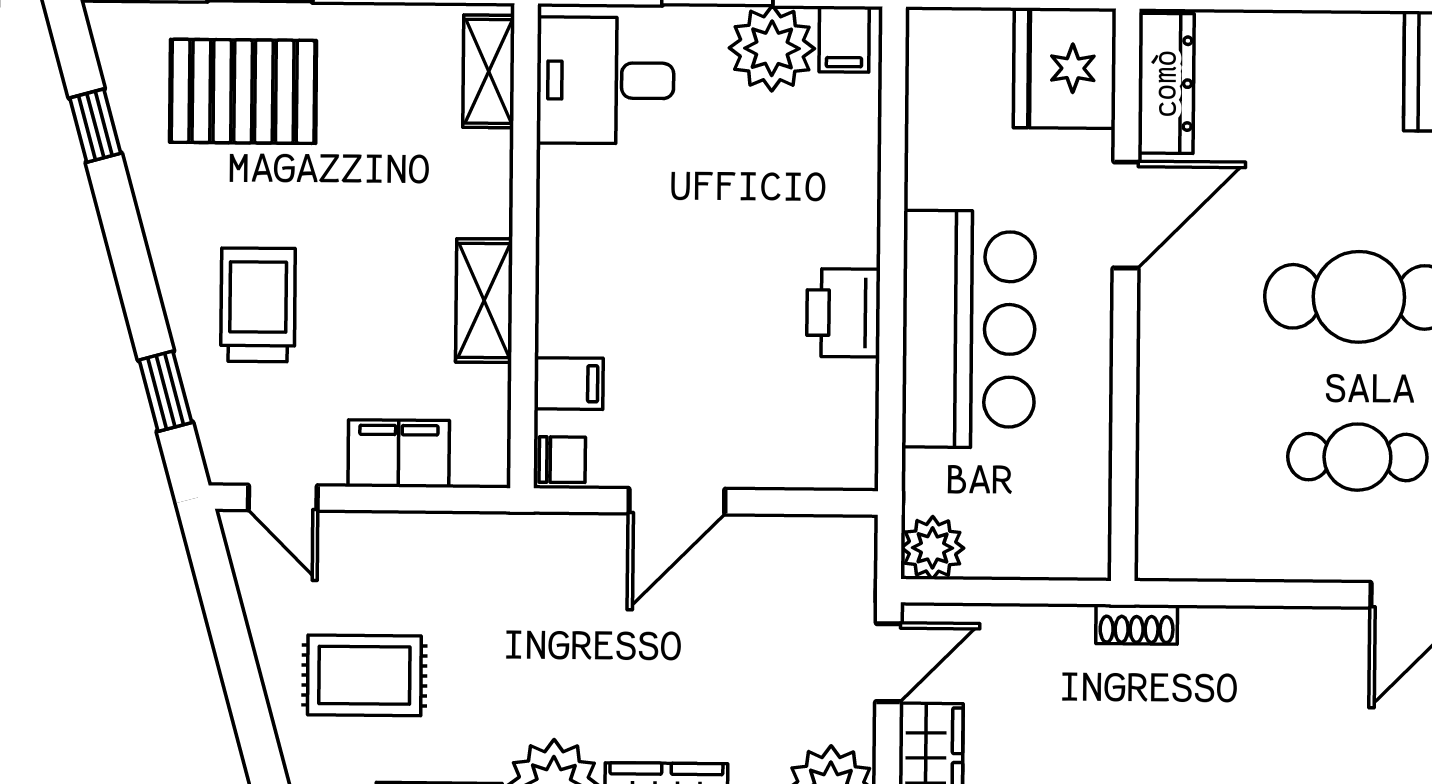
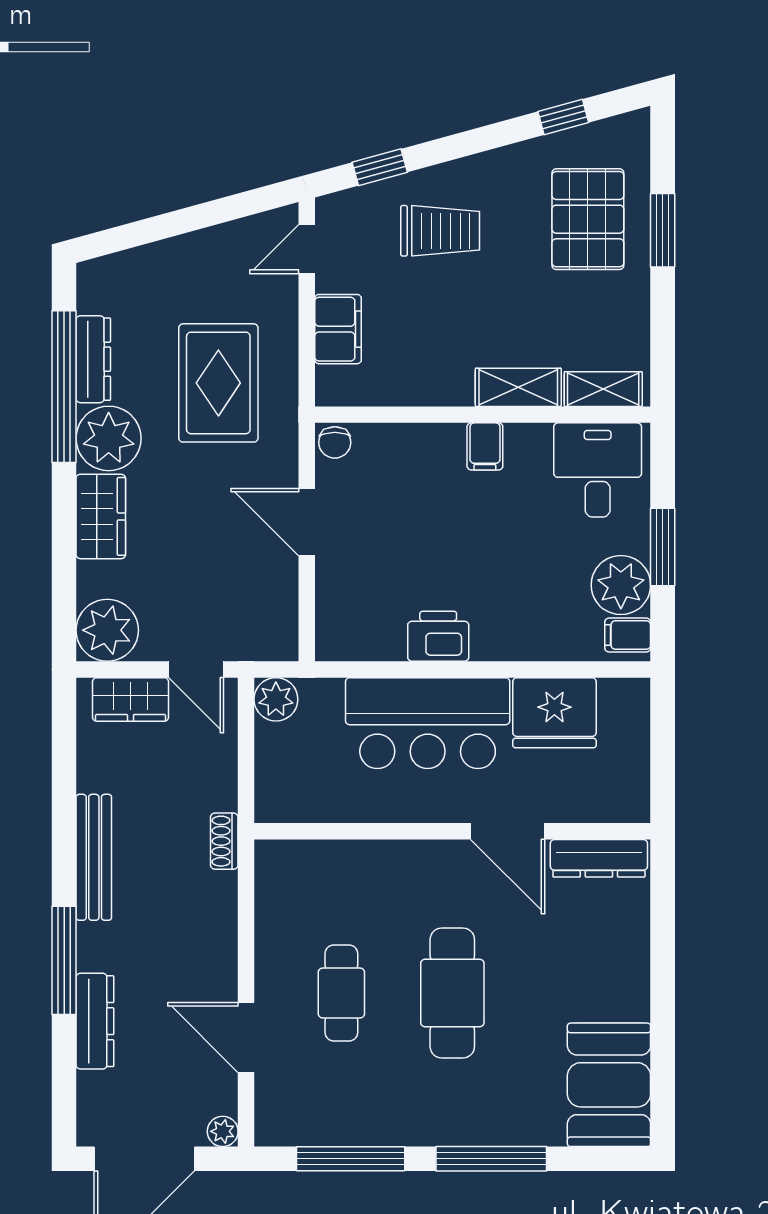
fridge: (1065, 68) -> (554, 713), moved, turned 180
shelving: (484, 301) -> (518, 387), moved
filing cabinet: (569, 384) -> (485, 446), moved
rug: (364, 675) -> (218, 383), moved, width x1.36, depth x1.43

